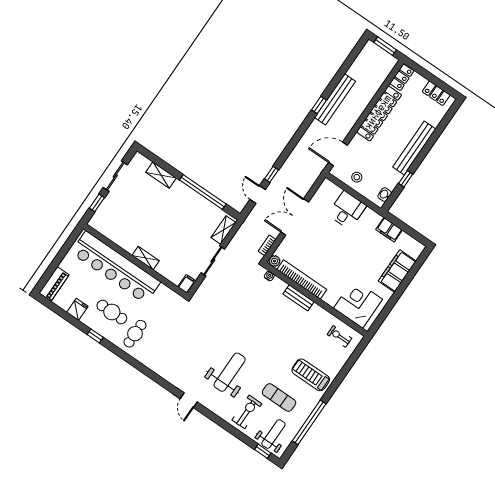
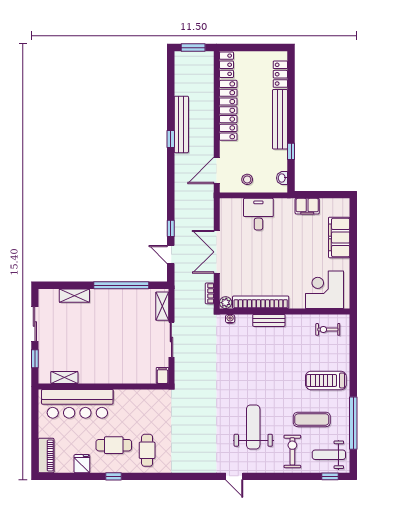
locker: (436, 93) -> (280, 74), moved, turned 90
shelving: (146, 258) -> (64, 378), moved
bar counter: (116, 267) -> (77, 404), width x0.73
weight bench: (273, 434) -> (329, 455), turned -90

